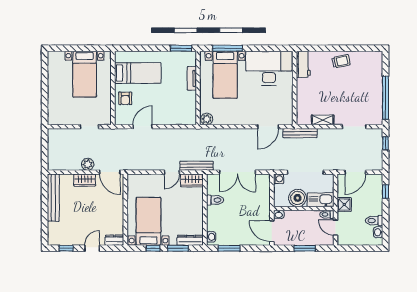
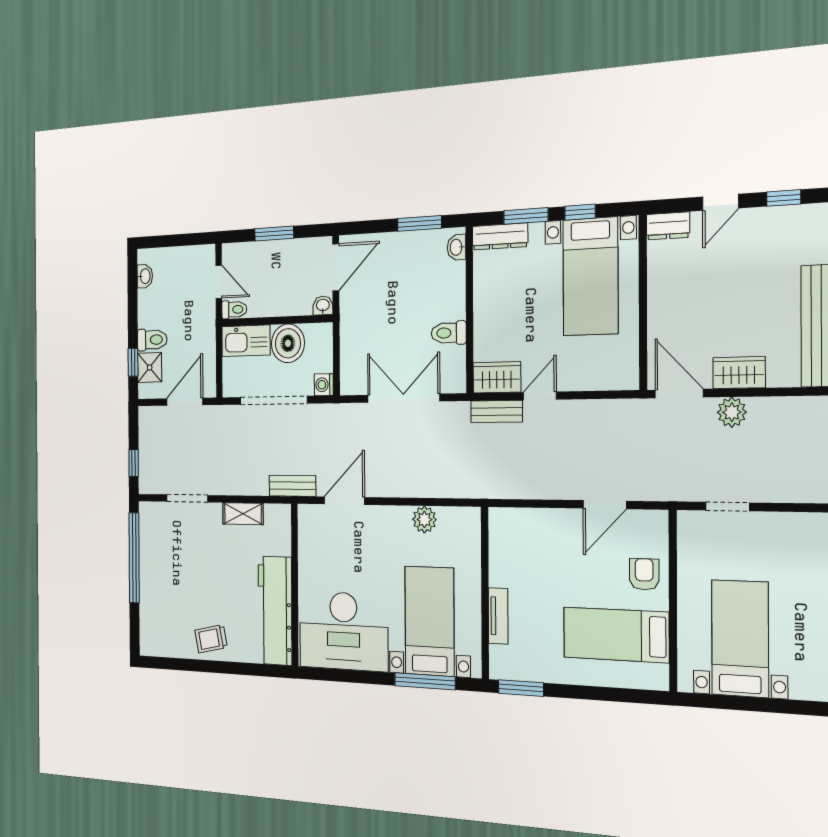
workbench: (303, 64) -> (275, 611), width x1.88, depth x1.32
plant: (207, 119) -> (424, 519), moved
bench: (300, 133) -> (292, 486), width x0.73
bench: (197, 166) -> (497, 411), width x0.73
shower: (344, 204) -> (150, 367), moved
toilet: (374, 221) -> (152, 340), moved
door: (272, 231) -> (336, 267), hinge flipped

